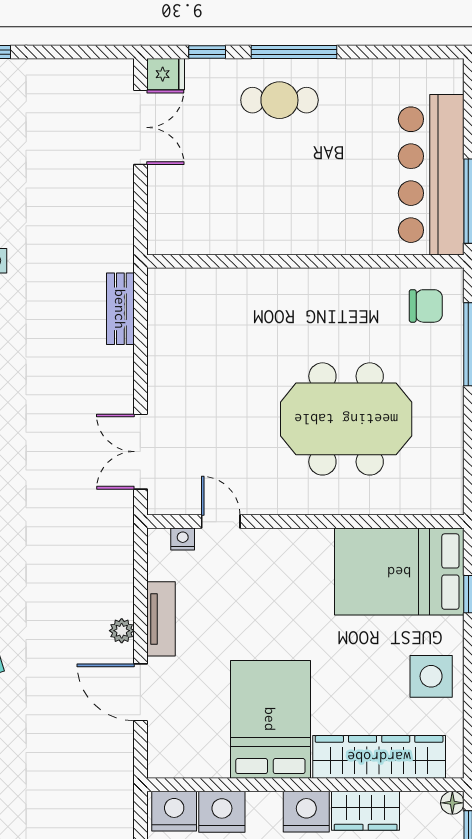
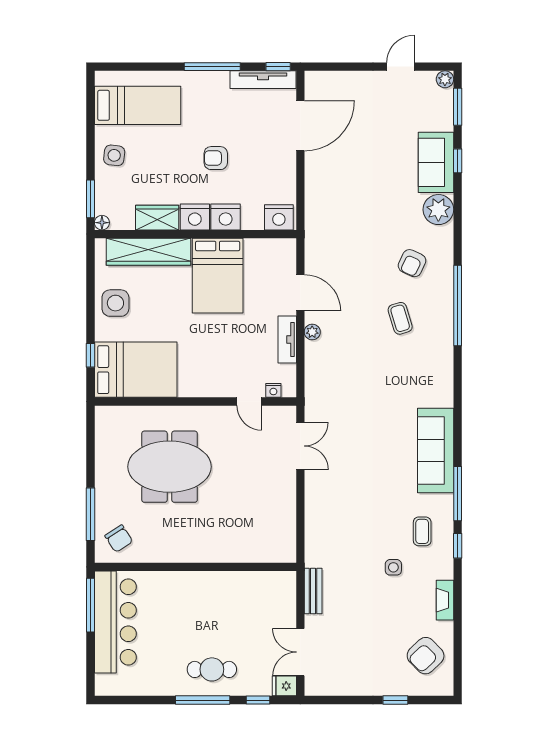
chair: (426, 306) -> (119, 539), turned -123
bench: (120, 309) -> (313, 591), moved
nightstand: (222, 812) -> (226, 217), moved

